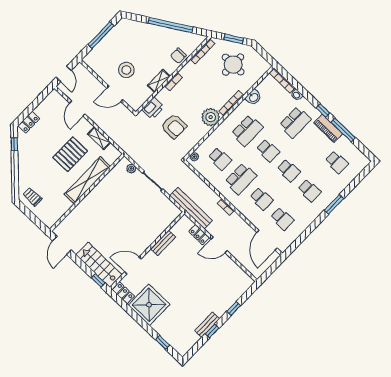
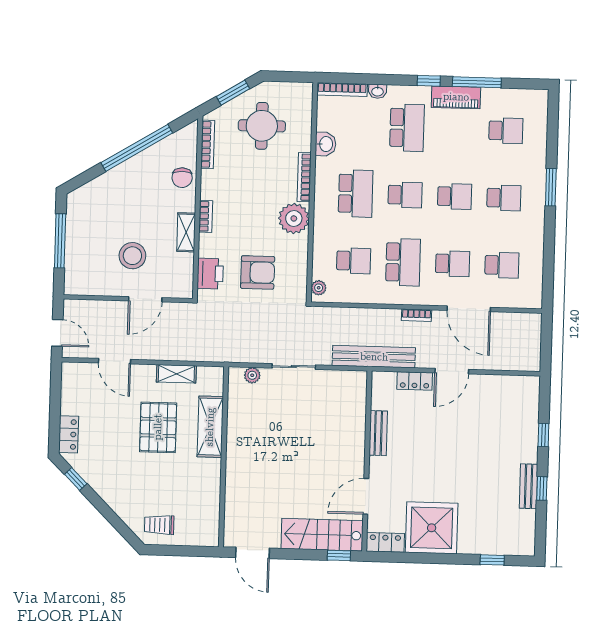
shelving: (87, 180) -> (210, 427), width x0.68
door: (267, 240) -> (469, 309), moved

